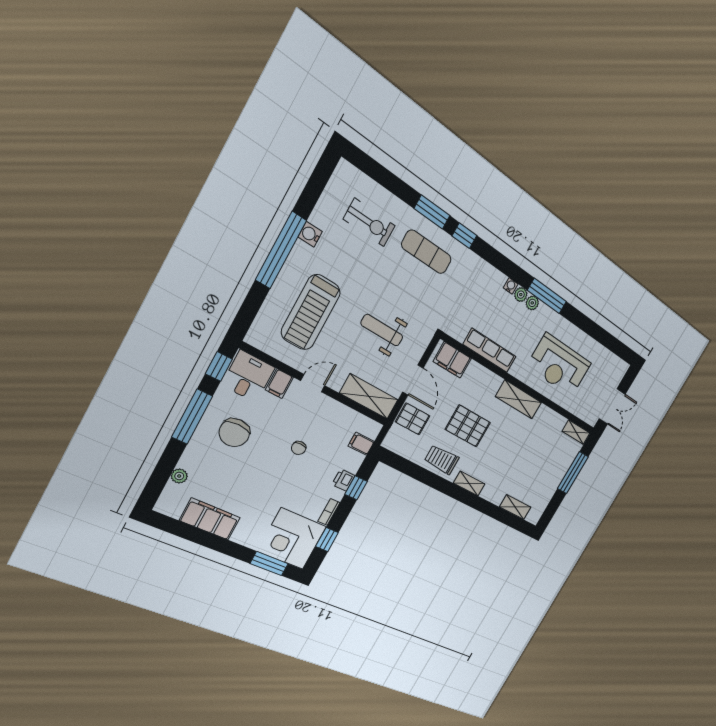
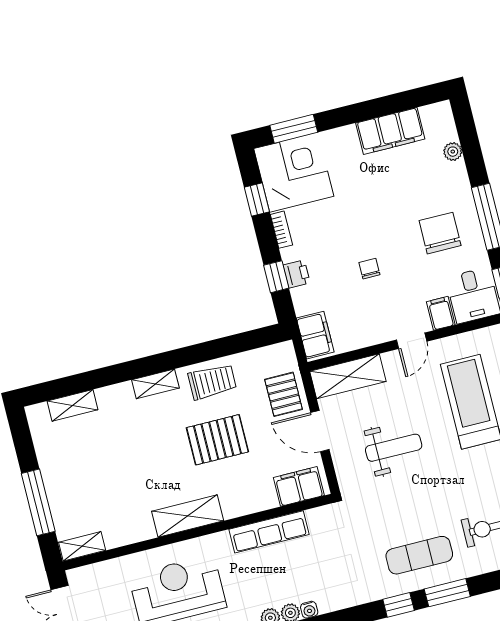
pallet: (413, 419) -> (284, 394), turned 90
filing cabinet: (361, 444) -> (315, 335), width x2.00

